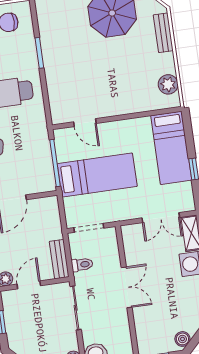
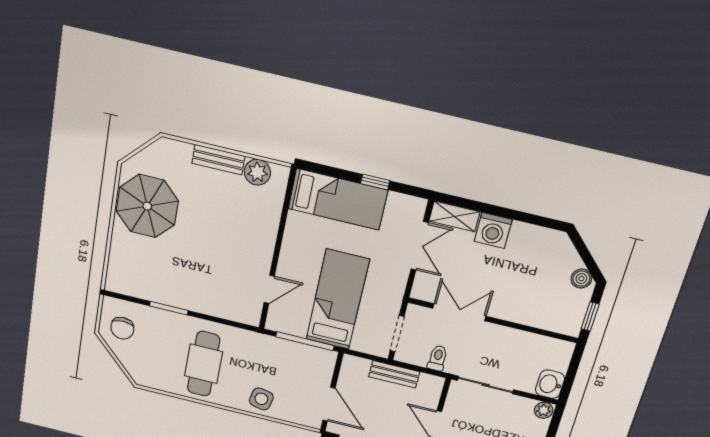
bench: (163, 33) -> (218, 160), moved
bench: (59, 259) -> (394, 374), moved
double door: (127, 287) -> (459, 312), moved

